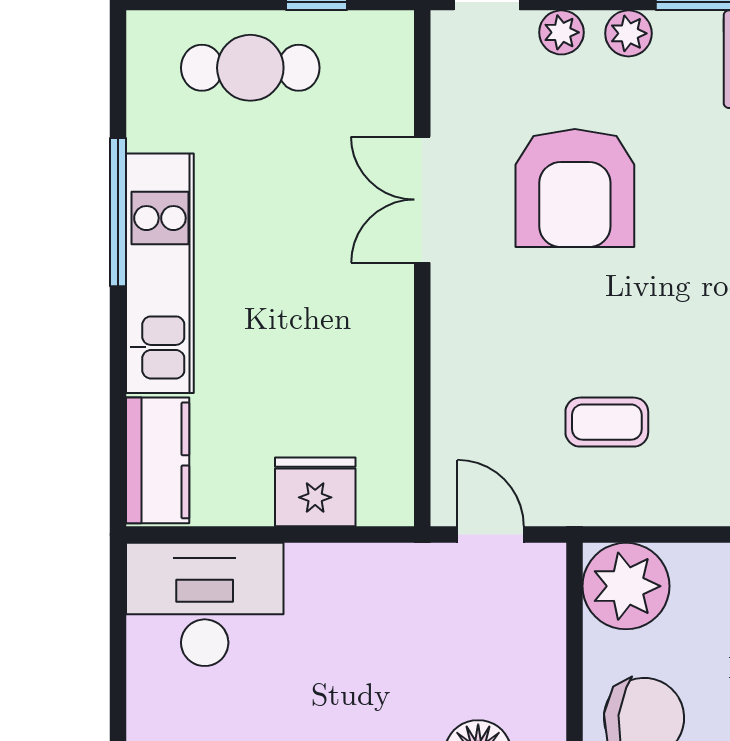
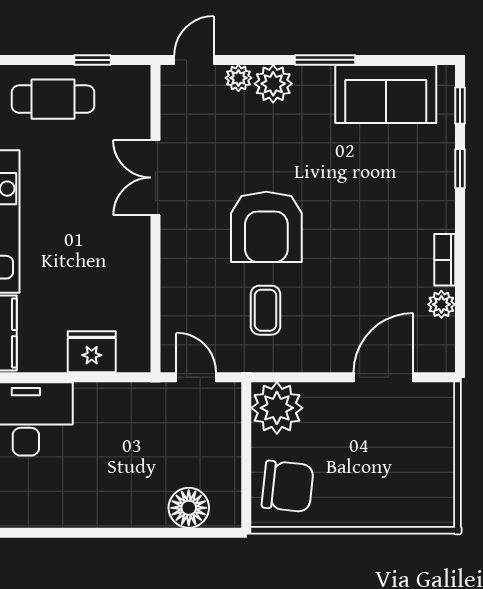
plant: (628, 33) -> (273, 84), width x1.38, depth x1.38
armchair: (575, 188) -> (266, 227), moved
coffee table: (607, 422) -> (266, 310), turned 90

